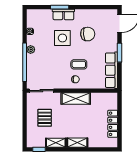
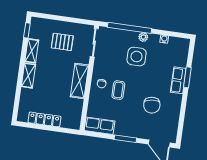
side table: (62, 38) -> (137, 57), moved
row of seats: (111, 70) -> (100, 126), width x0.68

